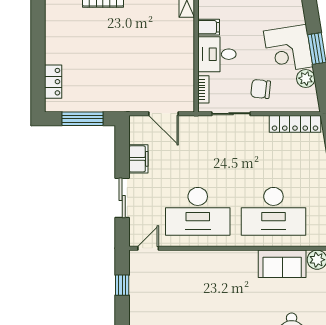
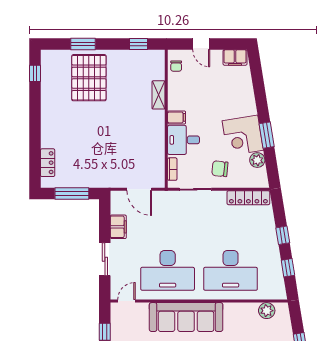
sofa: (282, 264) -> (186, 317), moved, width x1.85, depth x1.27

